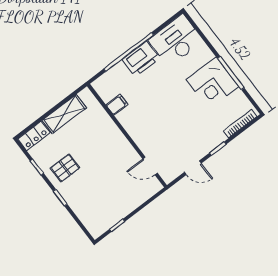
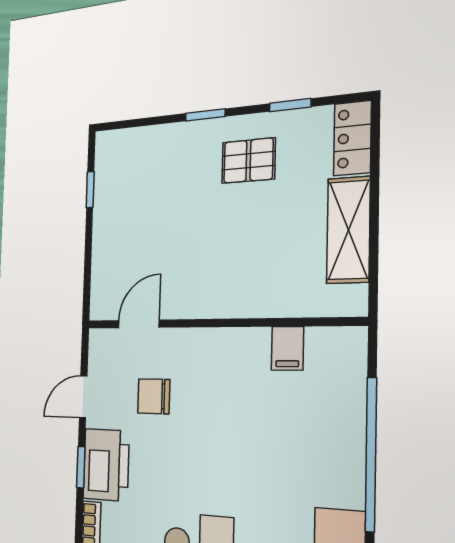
printer: (141, 59) -> (106, 465), moved, turned 180
chair: (170, 140) -> (154, 396), added
pallet: (65, 168) -> (248, 161), turned 90

